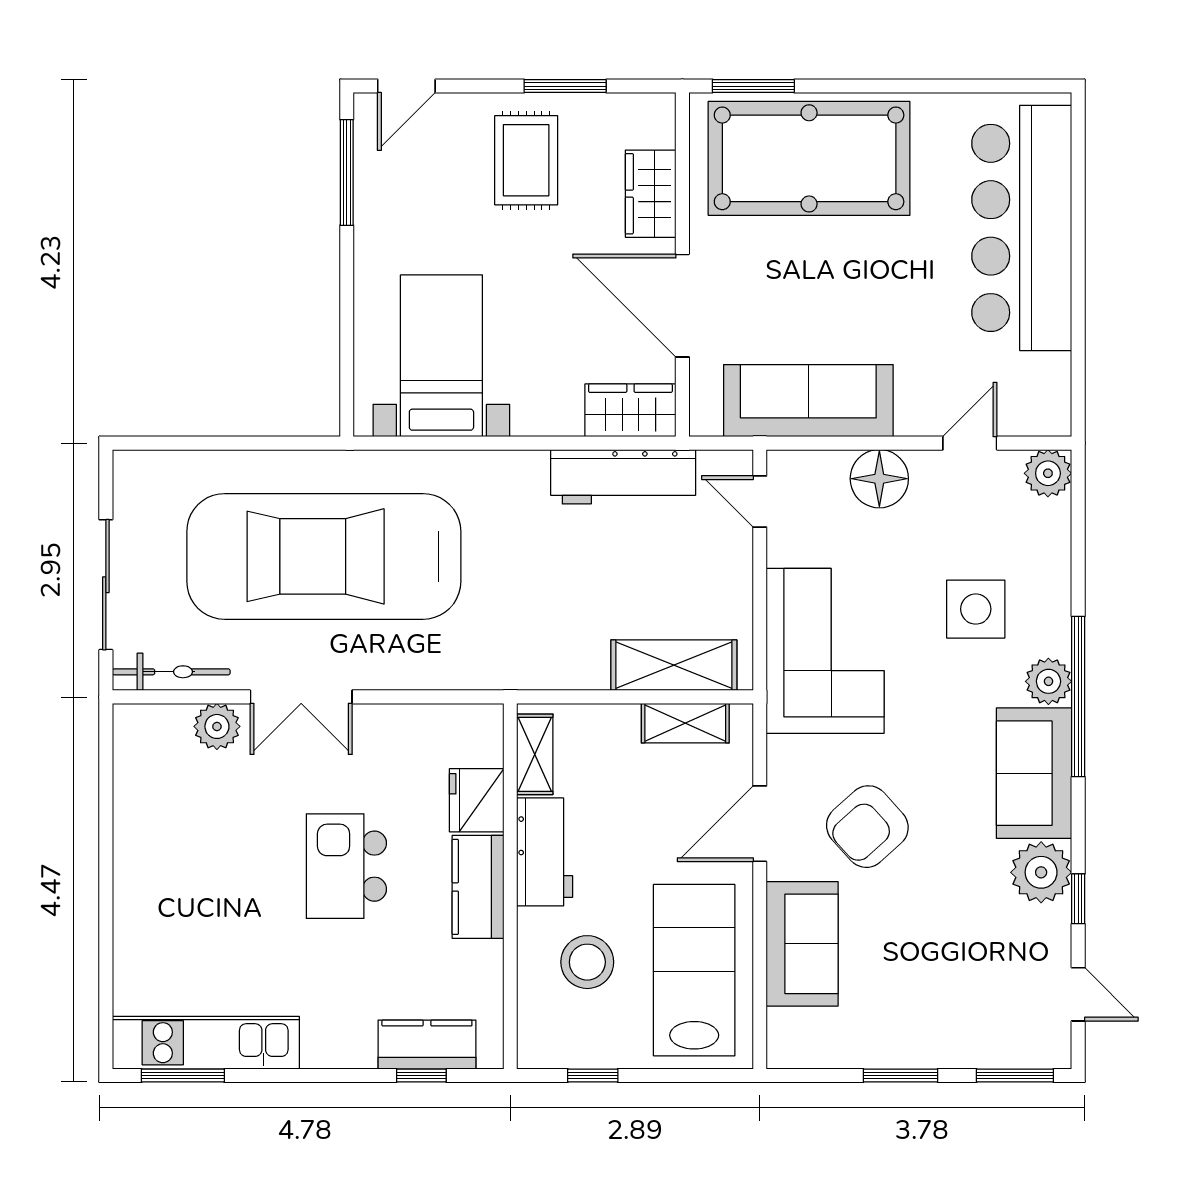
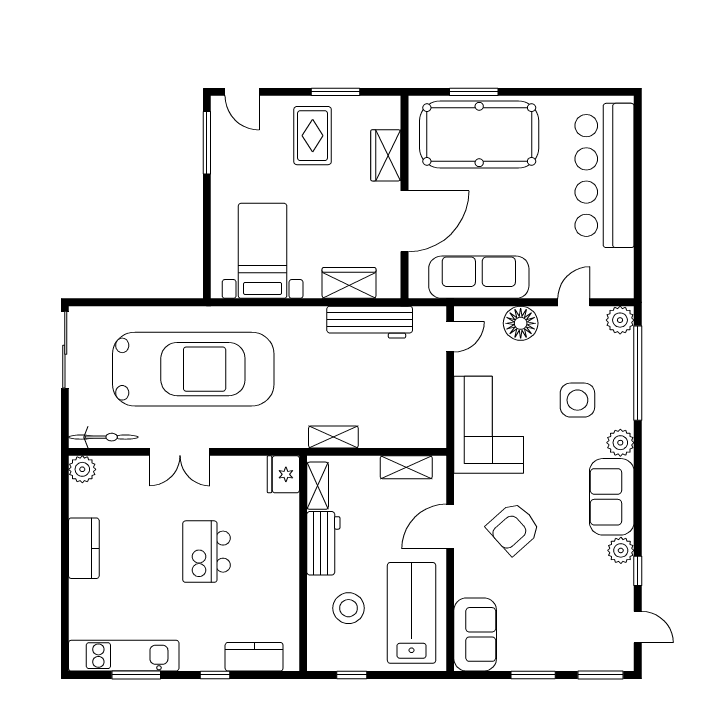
door: (406, 86) -> (242, 92), hinge flipped
window: (753, 86) -> (474, 92), moved
door: (682, 306) -> (405, 221), swing flipped
wardrobe: (630, 410) -> (349, 283), moved
door: (760, 502) -> (450, 337), swing flipped
car: (324, 556) -> (193, 369), turned 180
sliding door: (106, 585) -> (65, 350), moved
shelving: (674, 665) -> (333, 437), moved, width x0.67, depth x0.75
window: (1078, 697) -> (638, 373), moved
plant: (217, 726) -> (82, 469), moved
fridge: (477, 800) -> (283, 474), moved
plant: (1041, 872) -> (621, 550), width x0.73, depth x0.73
kitchen counter: (478, 887) -> (84, 548), moved, turned 180
sofa: (802, 944) -> (475, 634), moved
window: (183, 1075) -> (136, 675), moved
window: (421, 1075) -> (215, 675), moved

